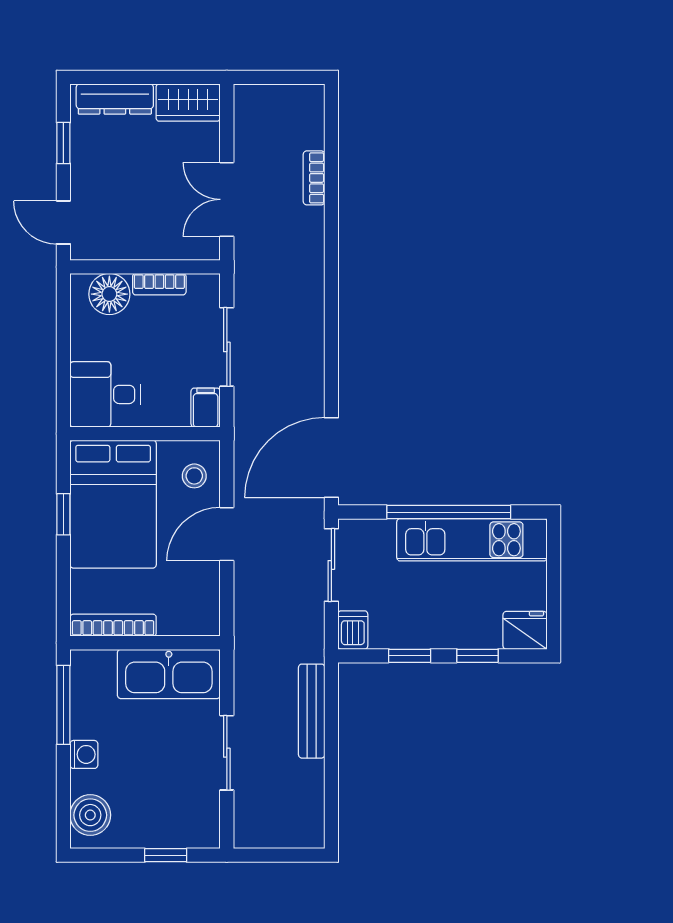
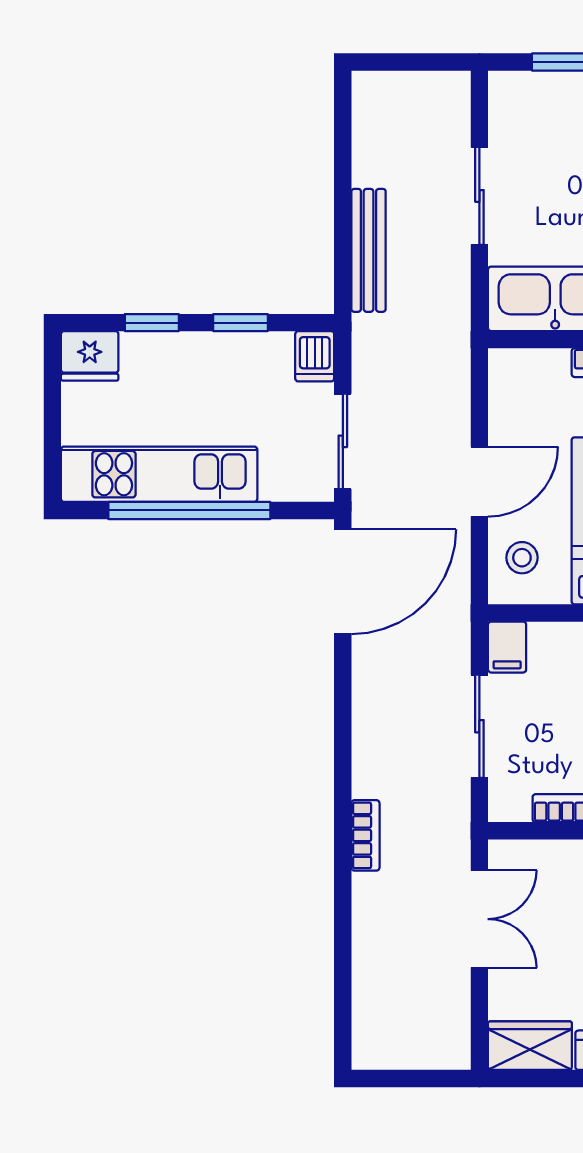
bookcase: (314, 178) -> (365, 835), moved

